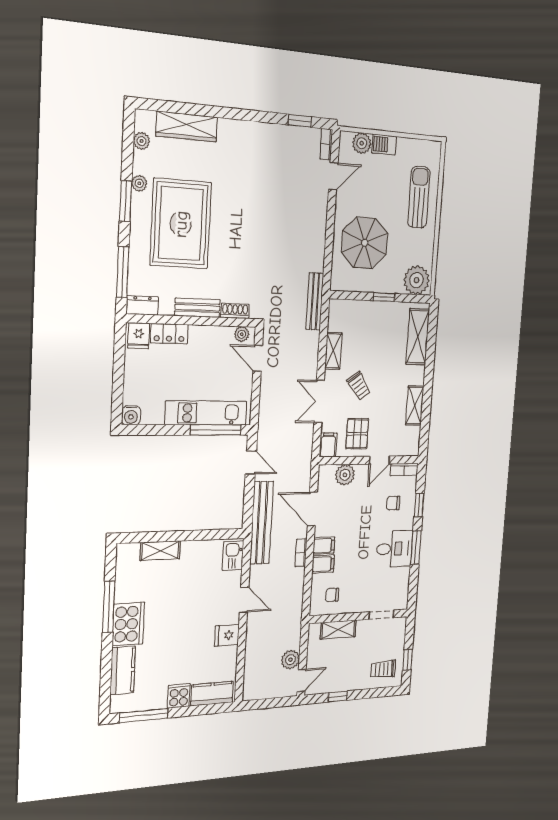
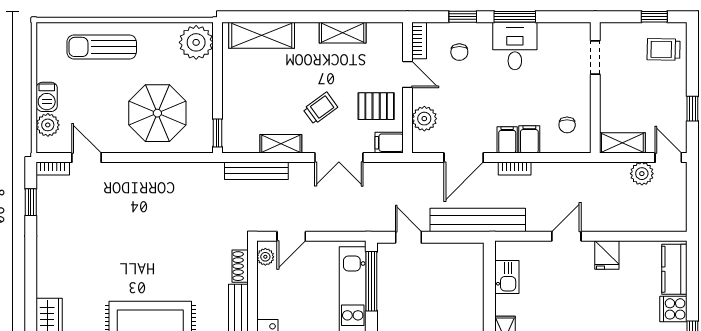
window: (384, 297) -> (217, 133), moved
bench: (315, 301) -> (256, 171), moved
door: (251, 463) -> (408, 237), hinge flipped
kitchen sink: (233, 556) -> (507, 277), moved, turned -90
shelving: (338, 630) -> (622, 143), moved, turned 90
trolley: (383, 669) -> (664, 49), turned 91

